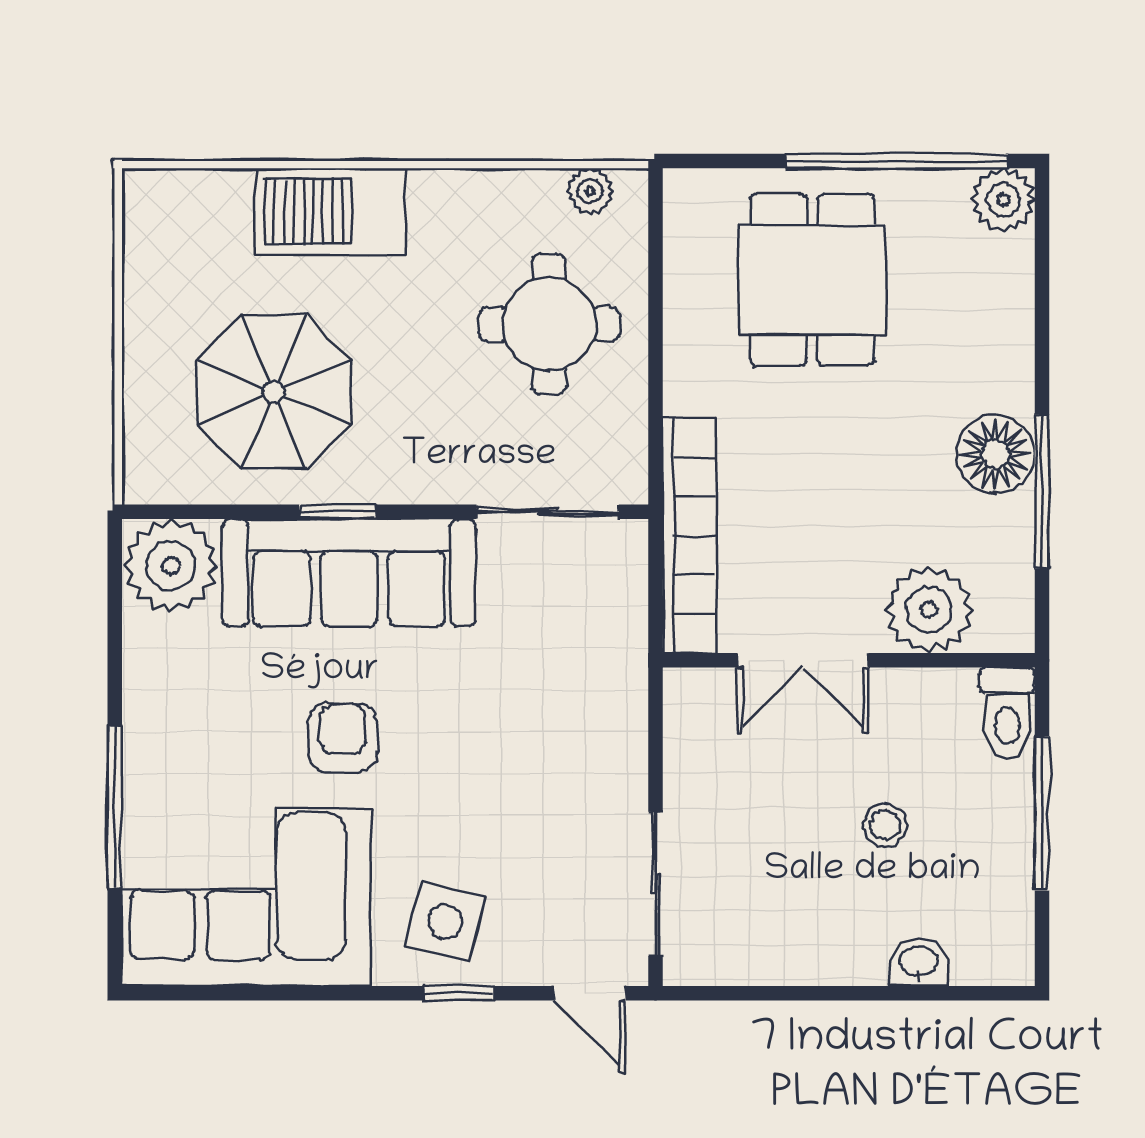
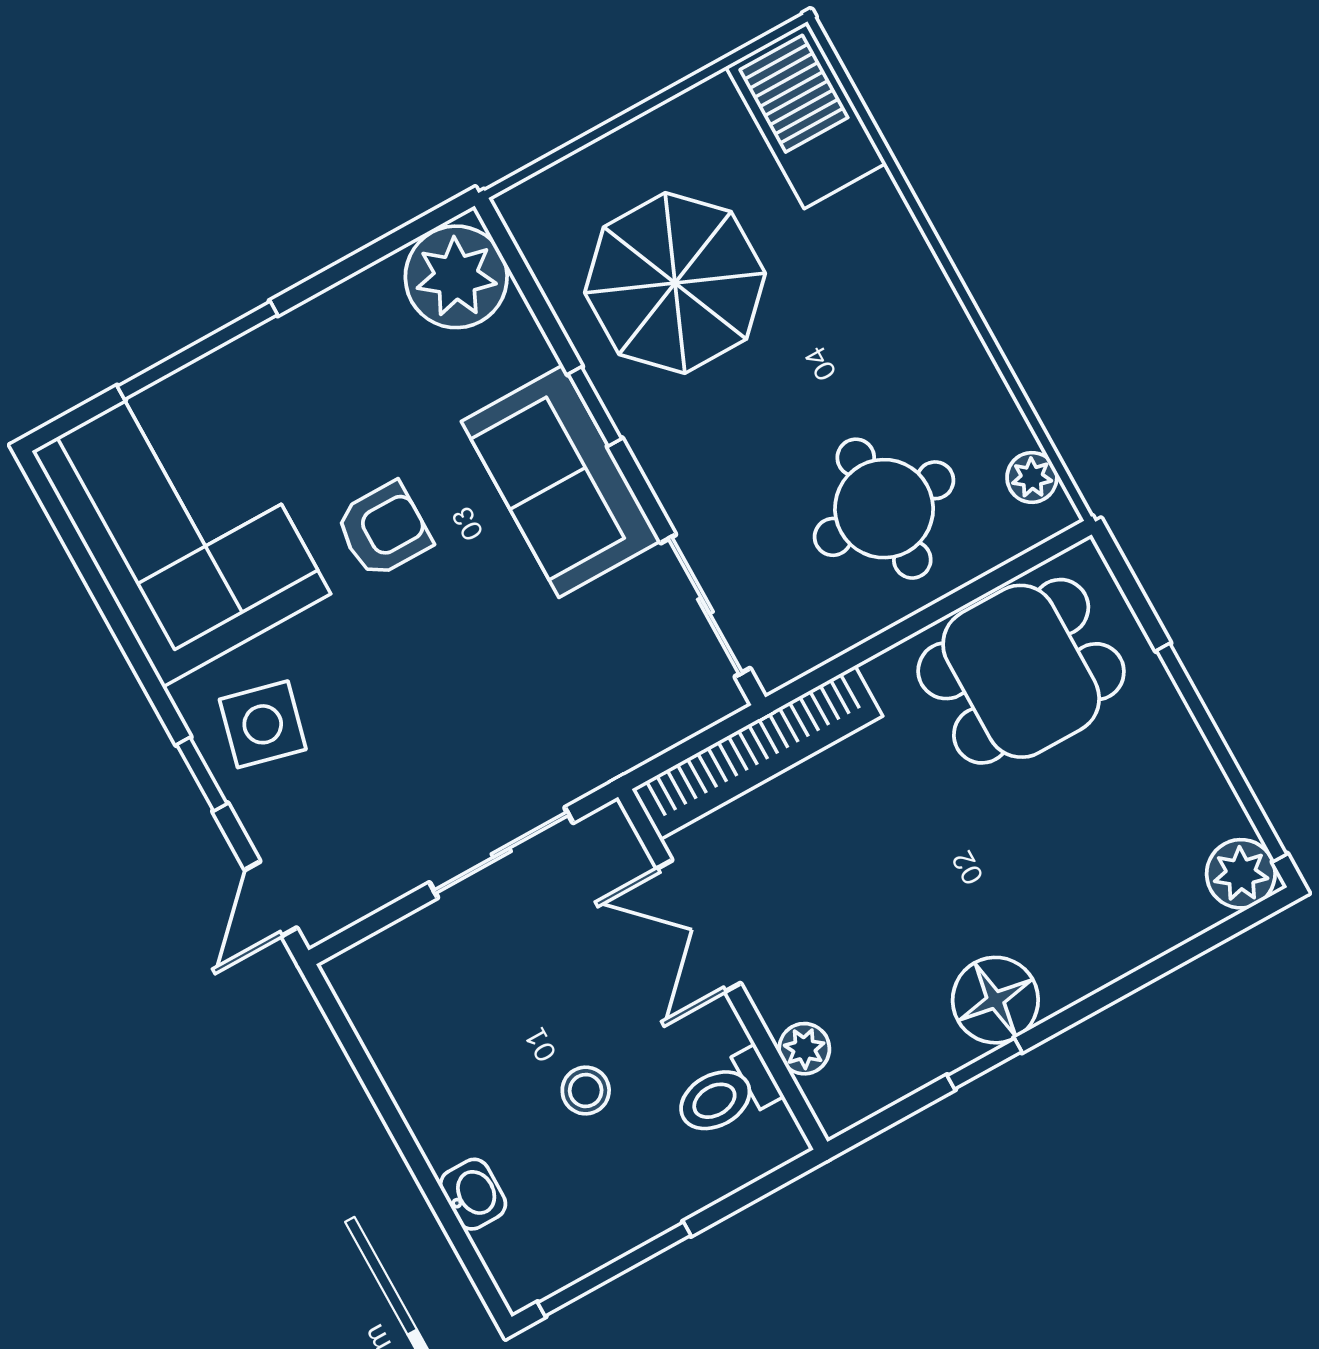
barbecue: (331, 211) -> (806, 115), moved
dining table: (812, 280) -> (1021, 671), moved
window: (1042, 491) -> (985, 1064), width x0.46
sofa: (349, 573) -> (561, 481), width x0.73
plant: (929, 610) -> (804, 1049), width x0.53, depth x0.53
toilet: (1007, 713) -> (727, 1094), moved
window: (1042, 813) -> (614, 1269), moved
sliding door: (656, 884) -> (501, 853), moved

